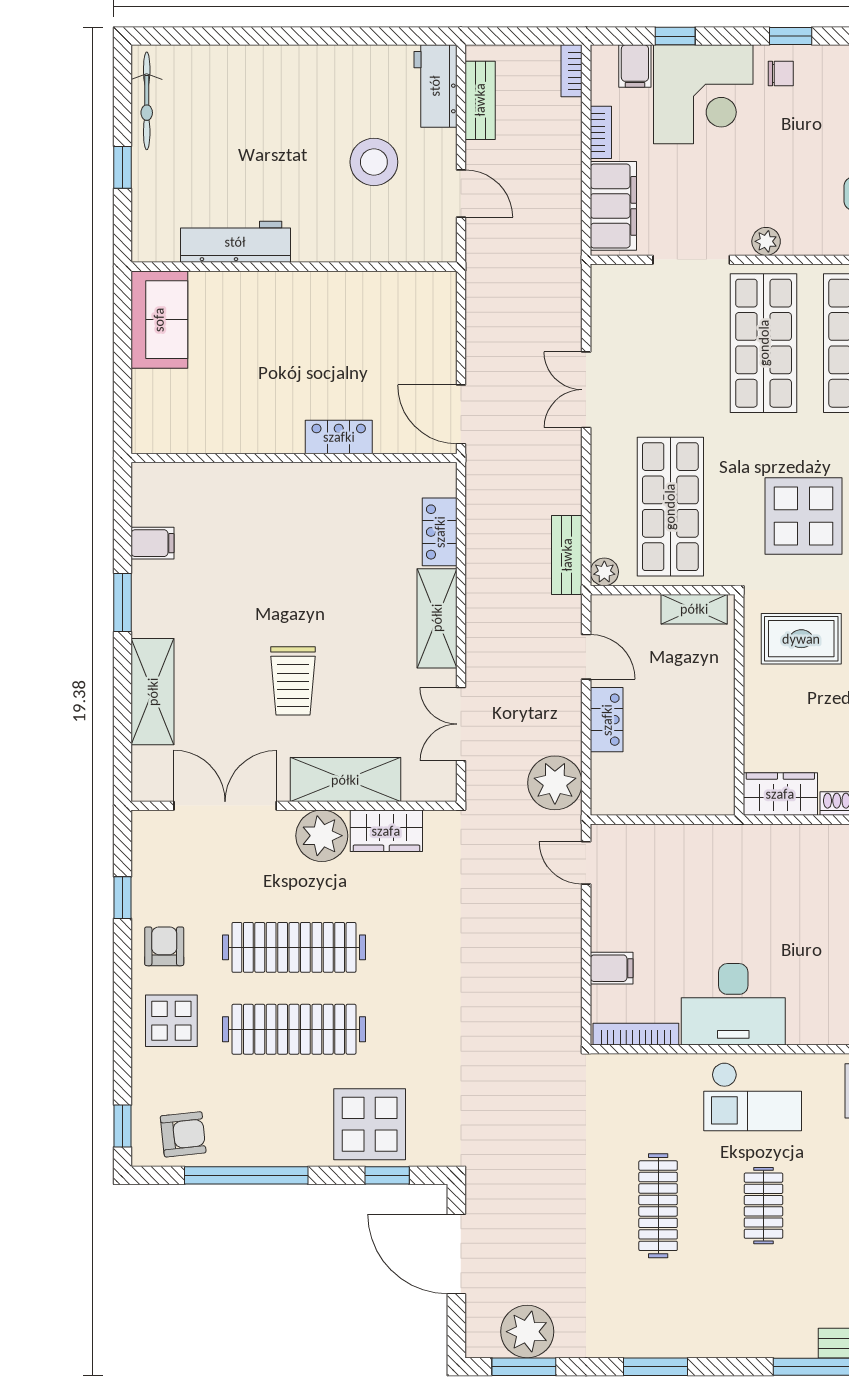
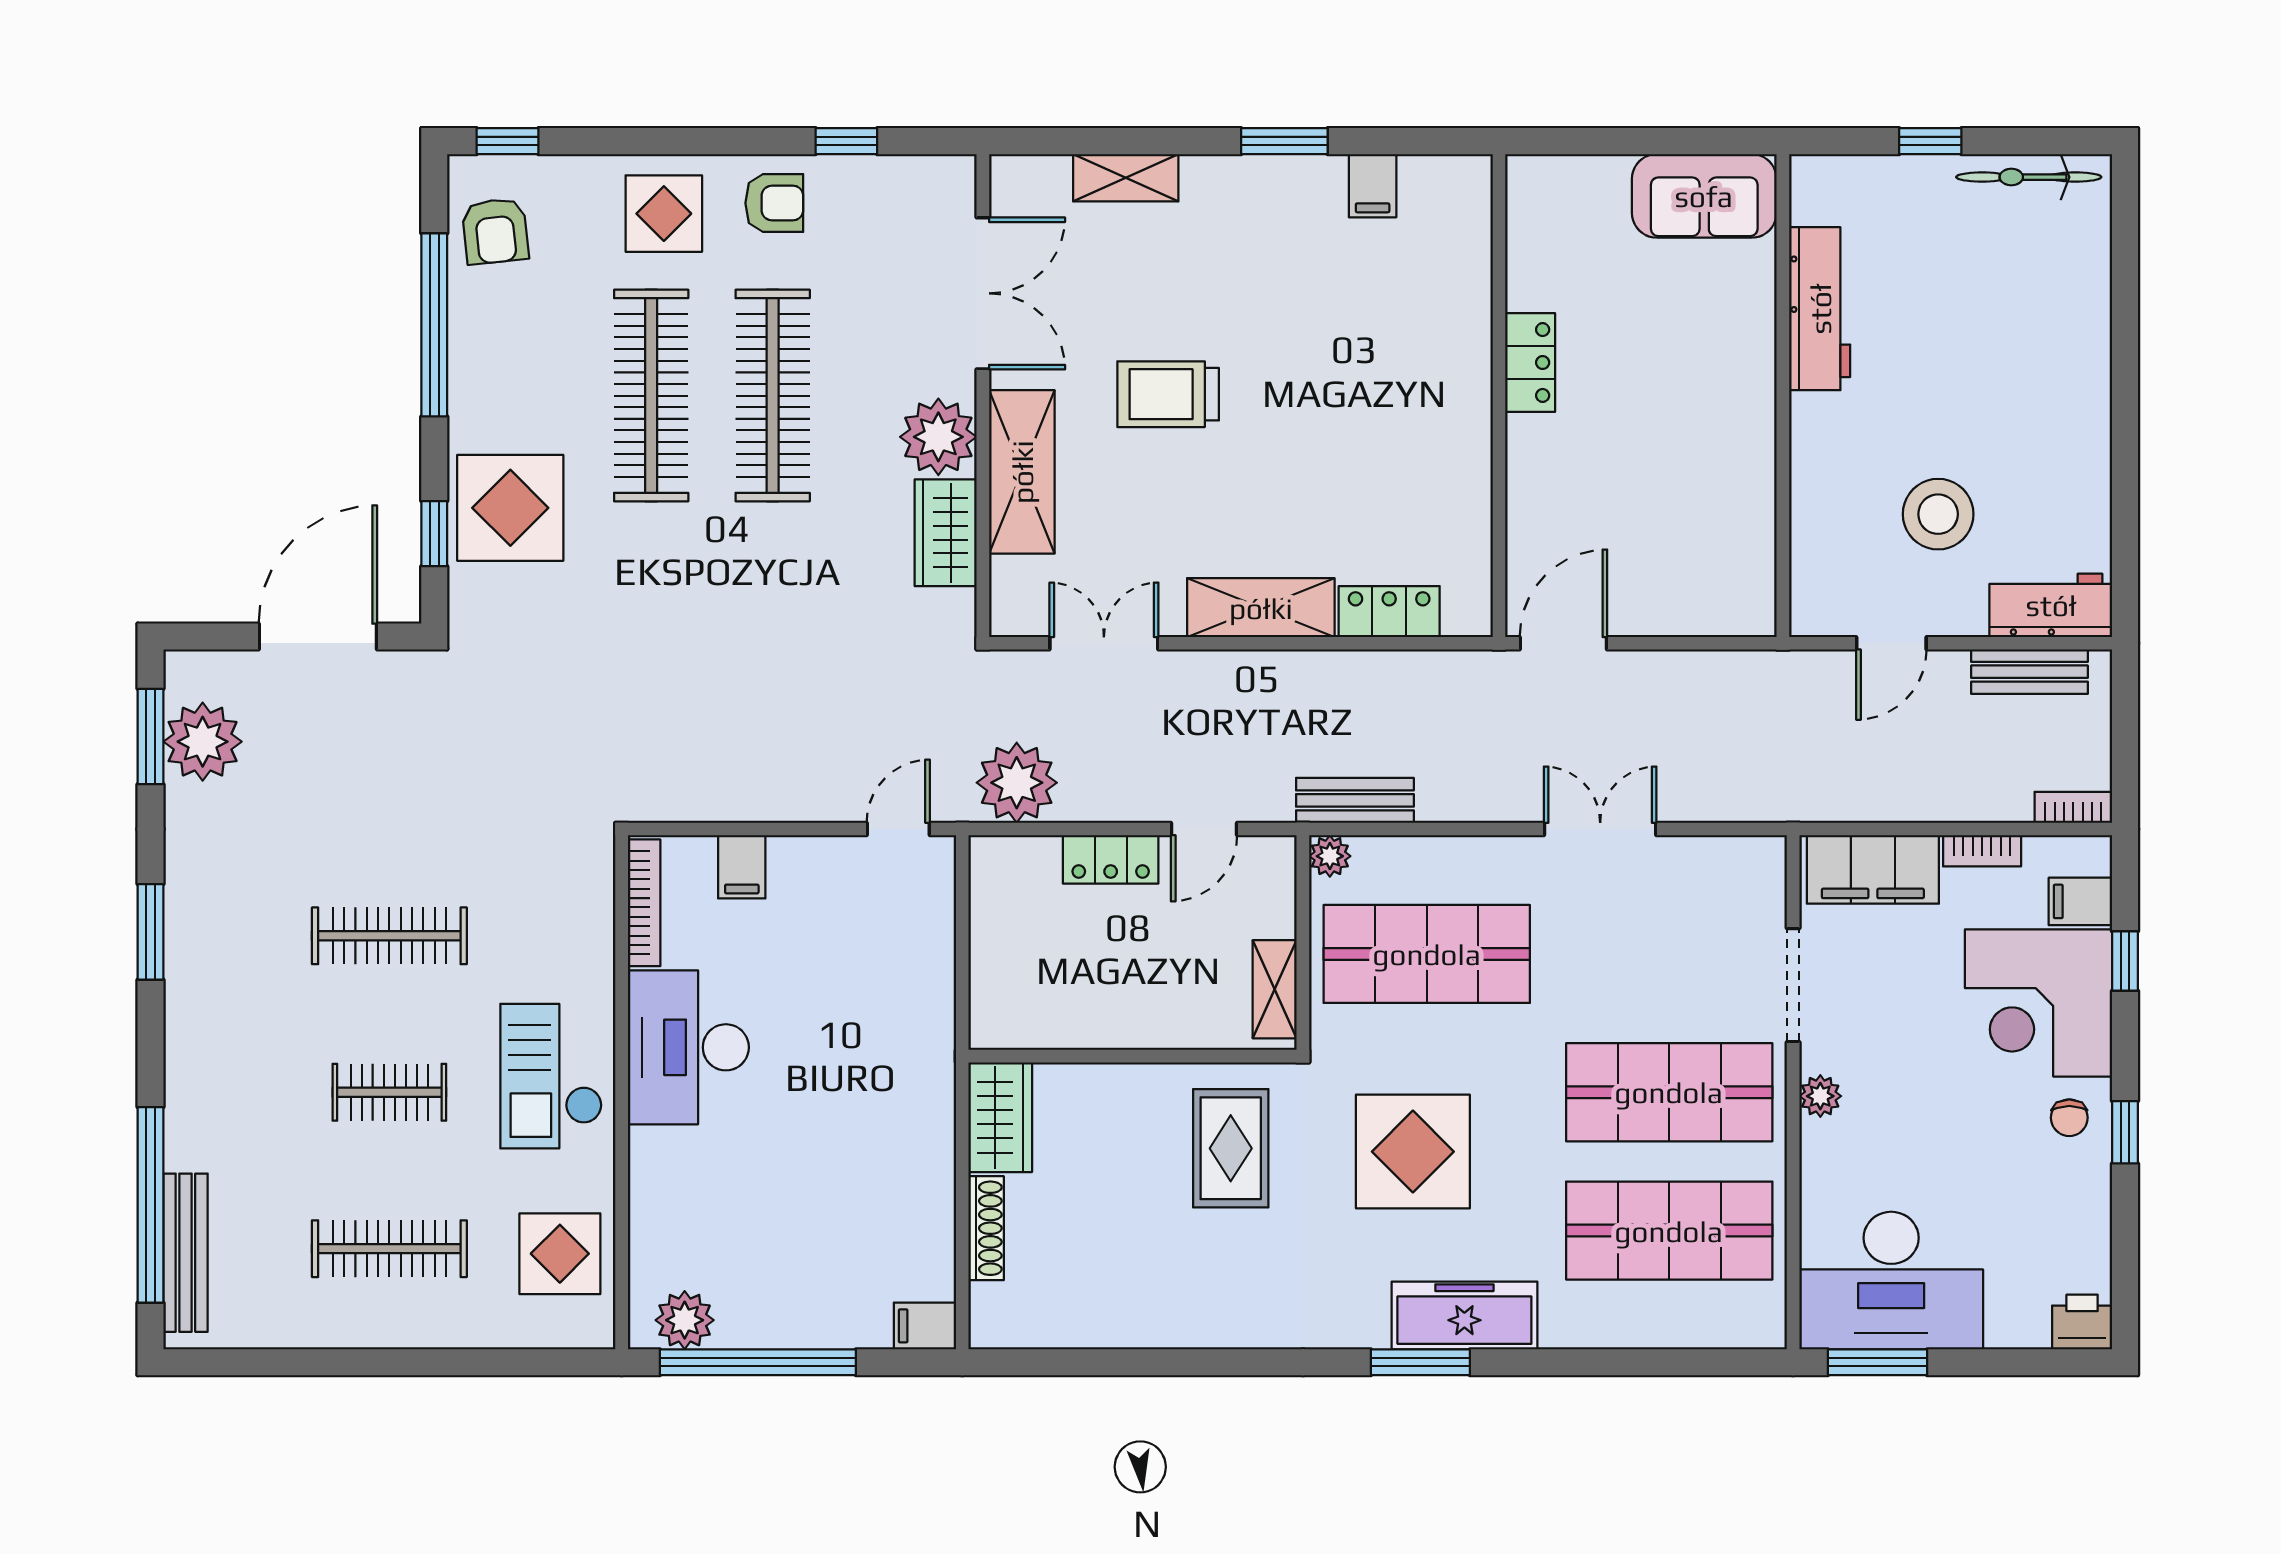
locker: (339, 437) -> (1530, 363), moved
shelving: (153, 692) -> (1126, 178), width x0.67, depth x0.75

